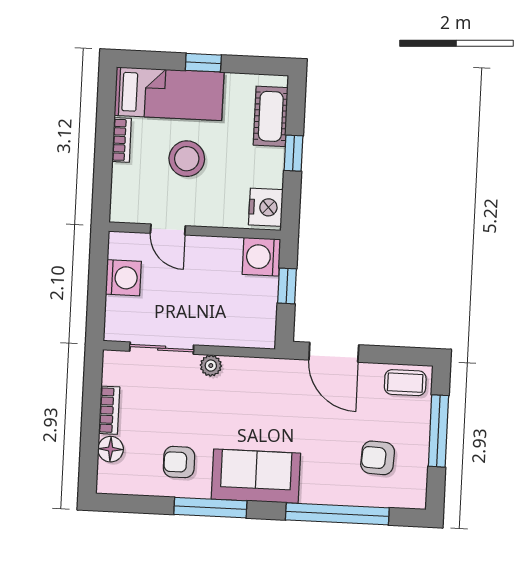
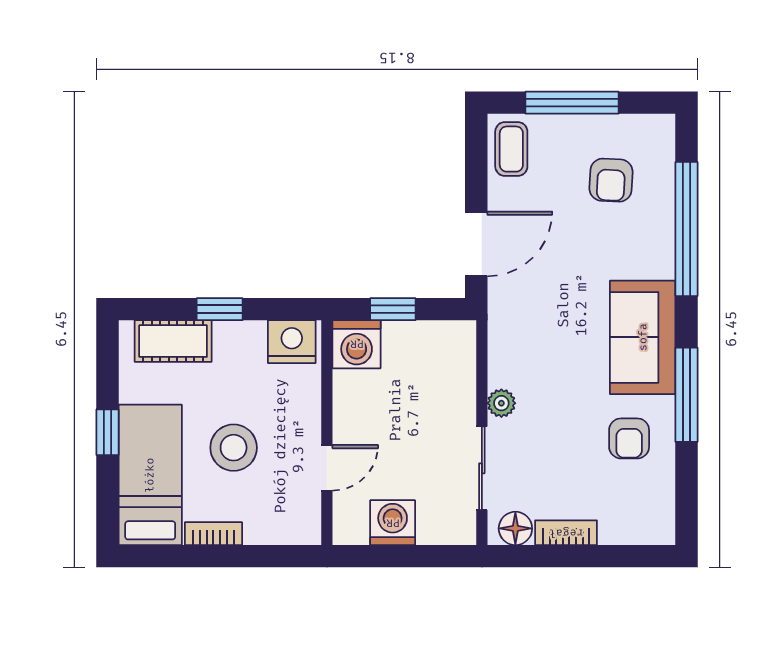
floor lamp: (111, 449) -> (515, 528), moved

